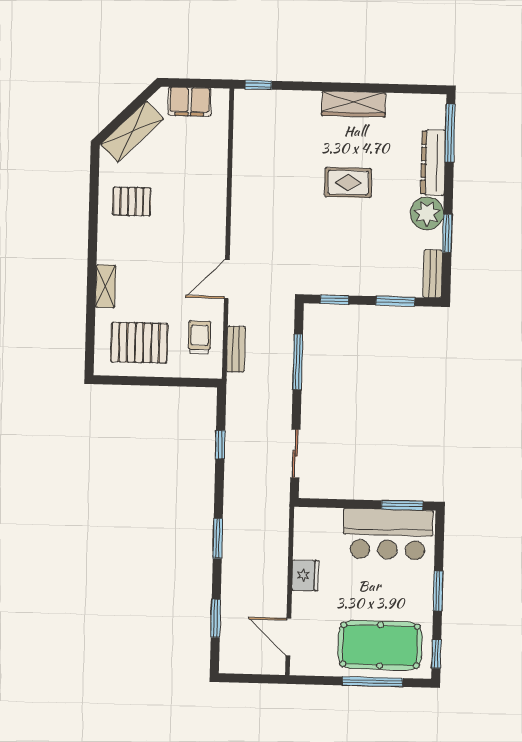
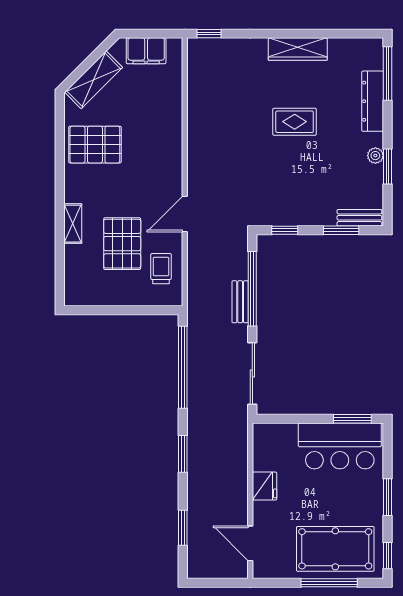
pallet: (132, 201) -> (95, 145), width x1.50, depth x1.42
plant: (427, 213) -> (375, 156), width x0.53, depth x0.53
bench: (433, 274) -> (359, 218), moved, turned 90
pallet: (139, 343) -> (122, 244), moved, turned 90
bench: (236, 349) -> (240, 302), moved
window: (298, 362) -> (252, 289), width x1.46
window: (220, 445) -> (183, 367), width x3.17
sliding door: (295, 453) -> (252, 373), width x1.37

